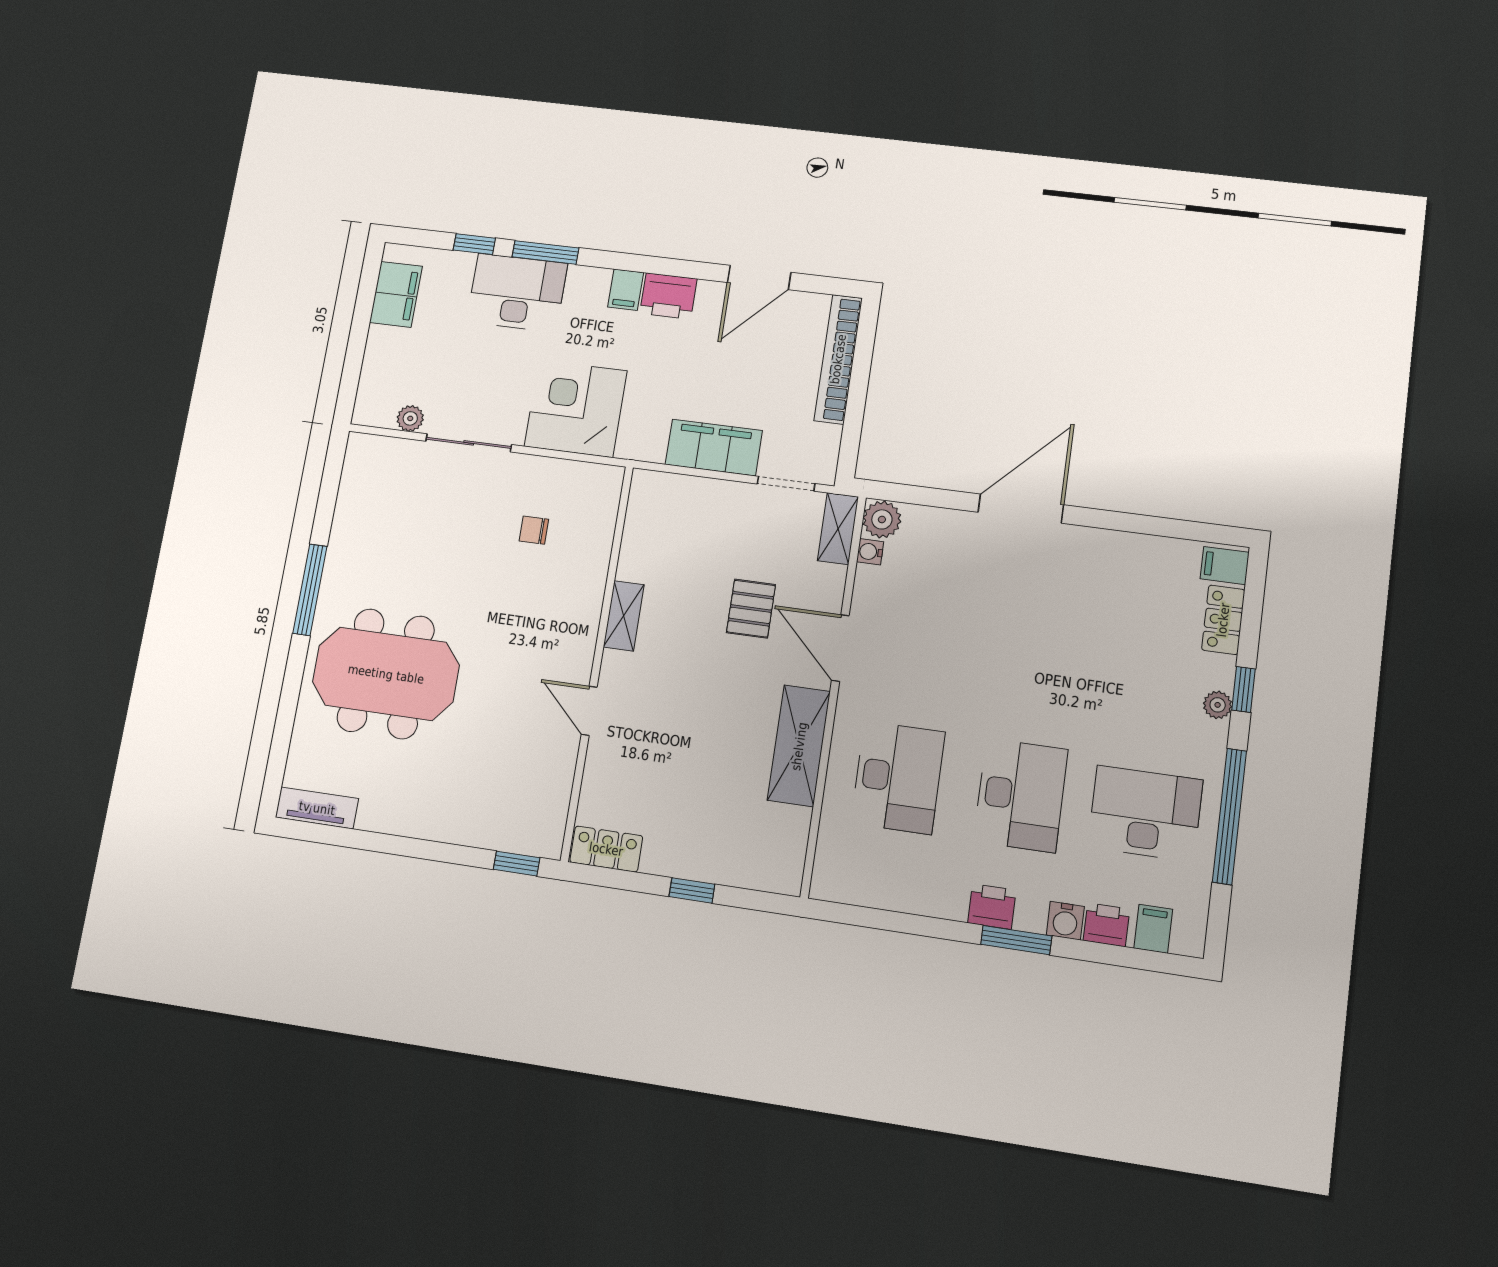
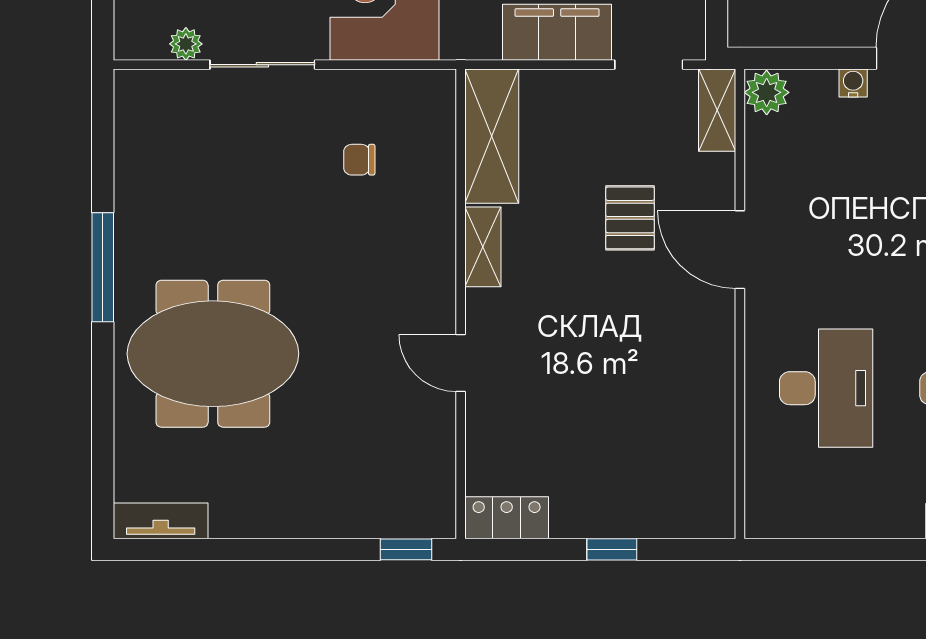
water cooler: (870, 552) -> (853, 83), moved, turned 90
shelving: (799, 746) -> (492, 136), moved

